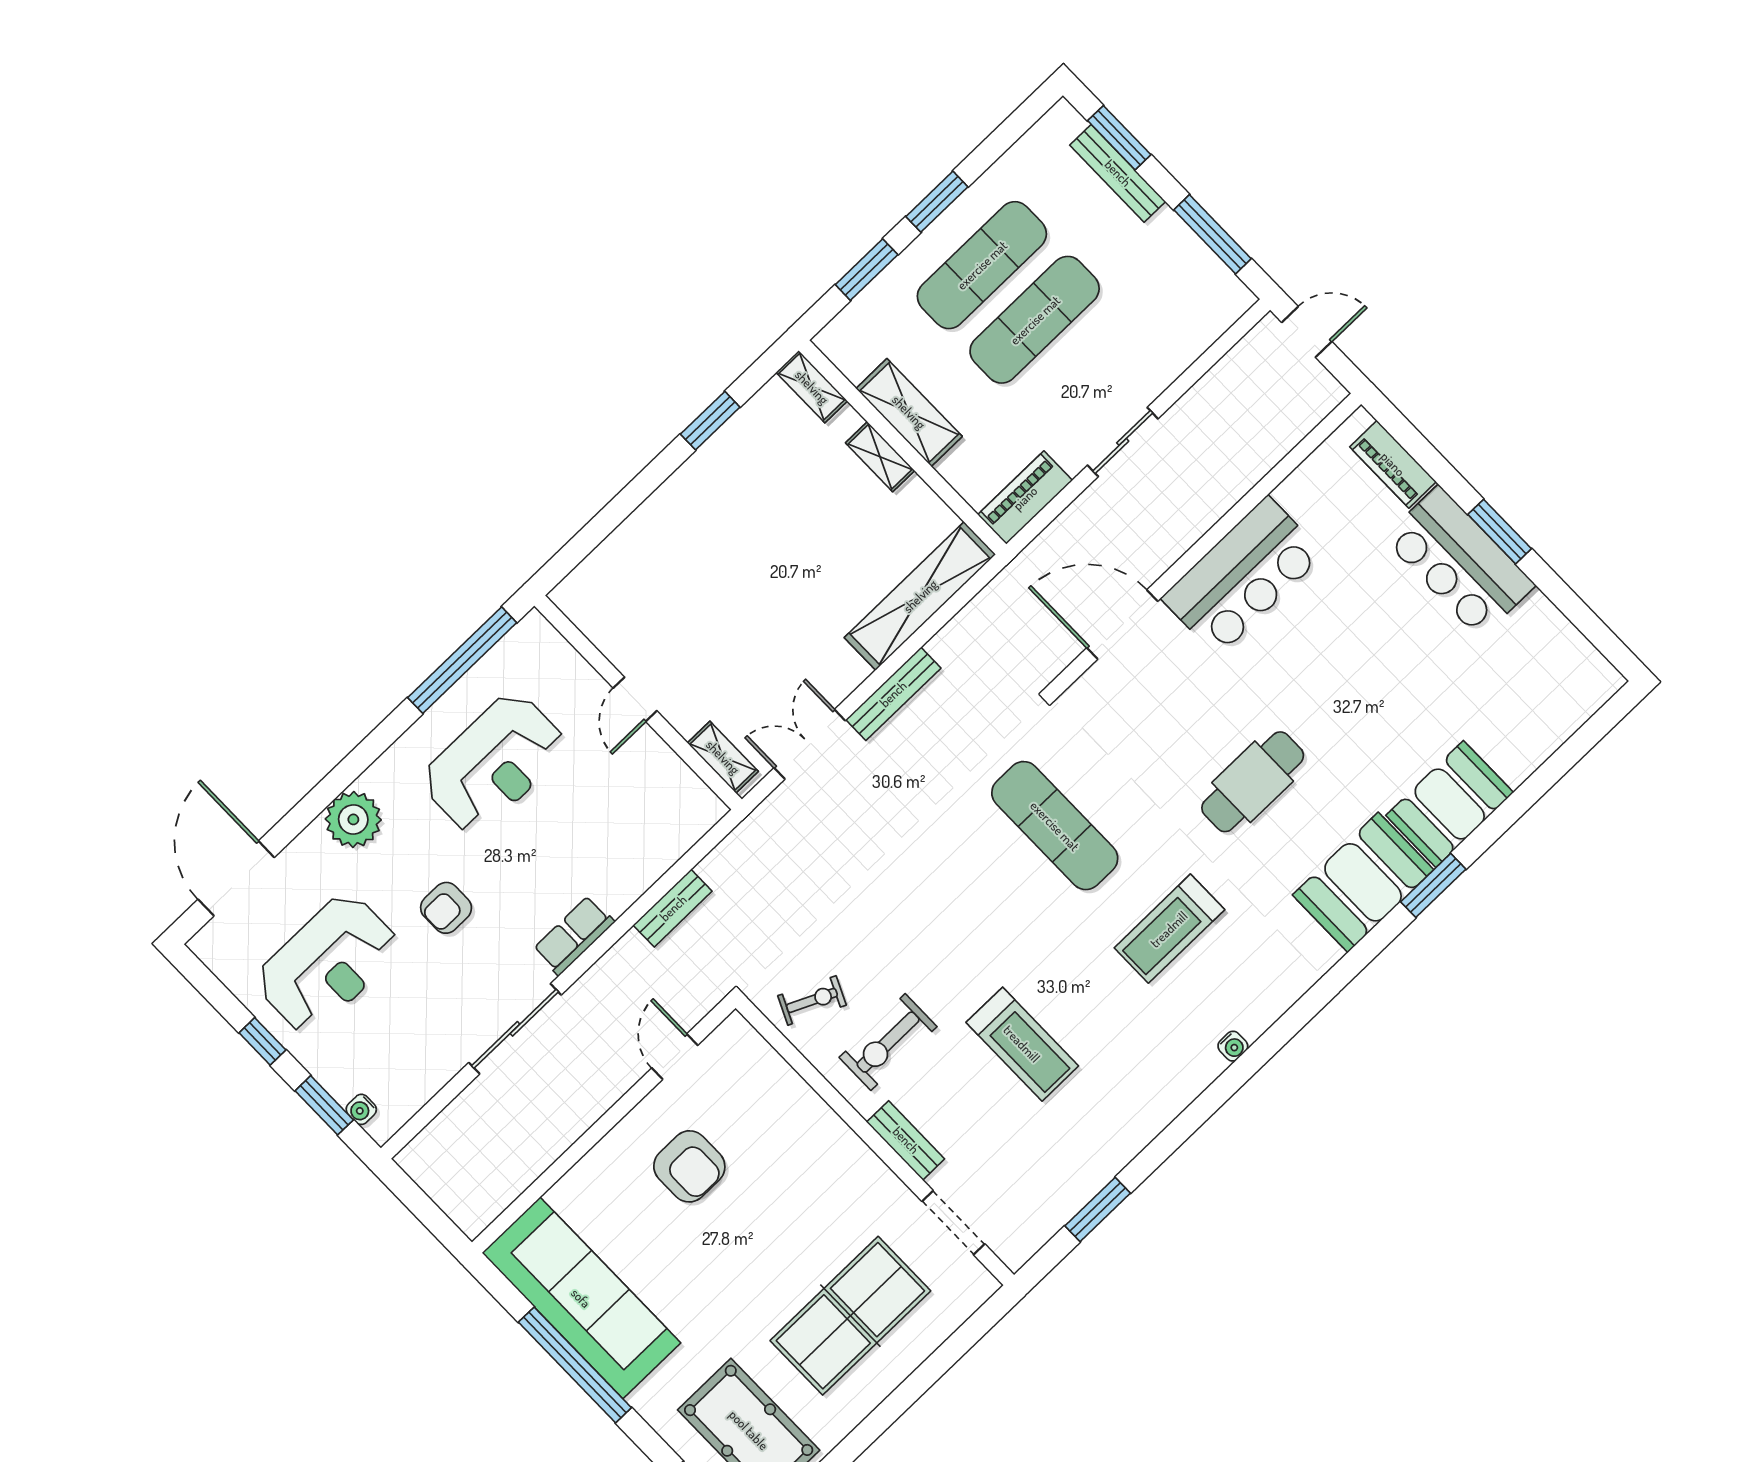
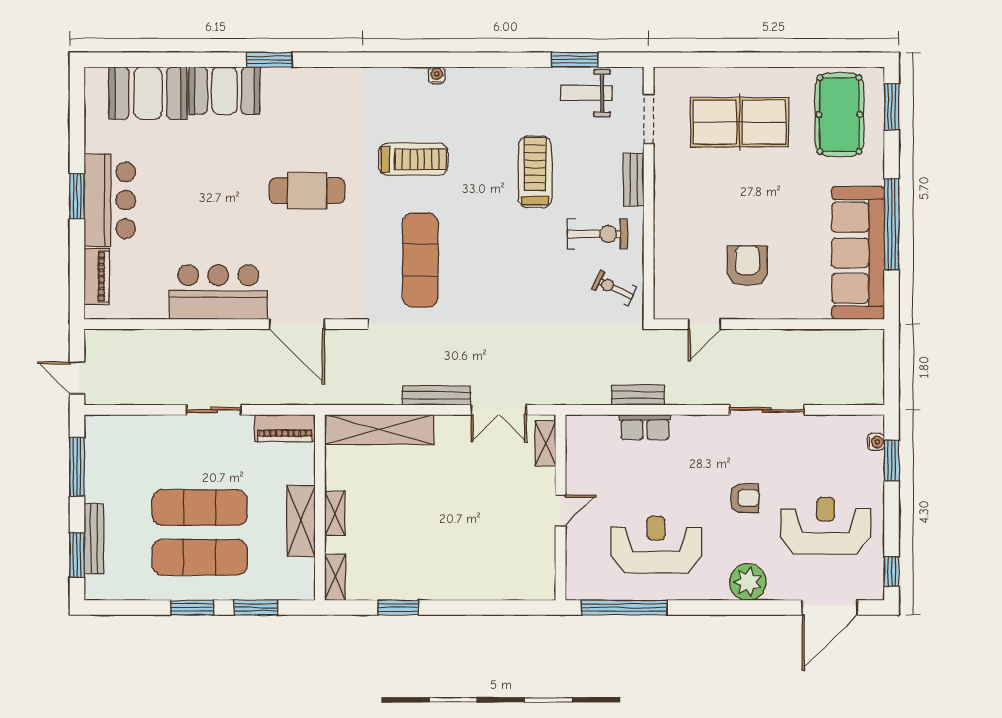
booth: (1363, 882) -> (148, 93), moved
row of seats: (574, 936) -> (645, 427), moved
window: (262, 1041) -> (892, 572), moved
weight bench: (1049, 1185) -> (587, 93), added

